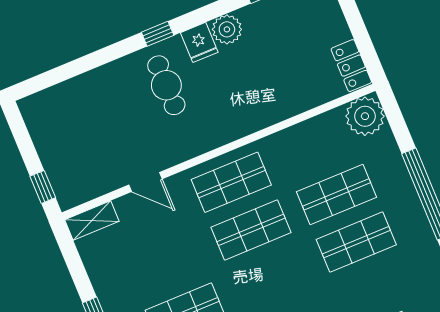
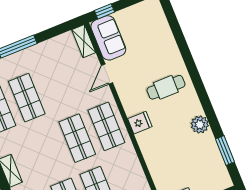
window: (158, 34) -> (197, 82), removed
fridge: (199, 42) -> (140, 123), moved, turned 180
sofa: (86, 180) -> (108, 38), added

